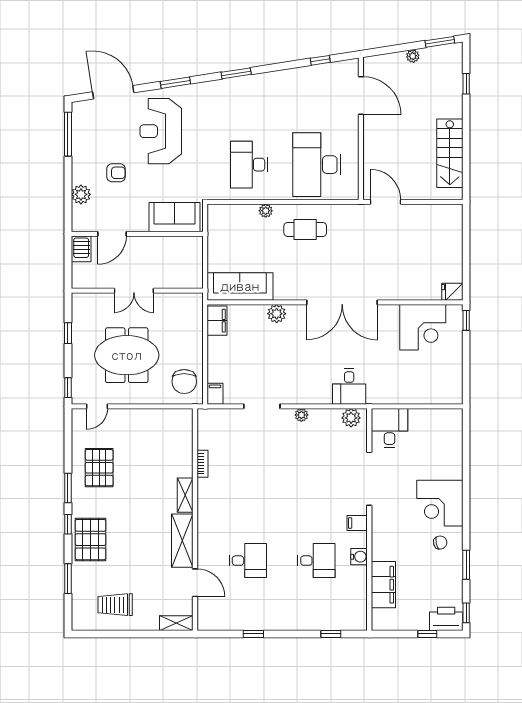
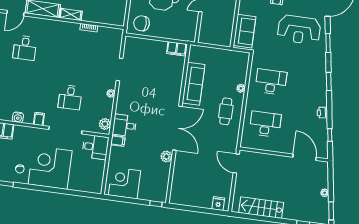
printer: (287, 77) -> (322, 113), added
door: (361, 96) -> (304, 157), swing flipped
reception desk: (161, 131) -> (299, 30), turned 180
desk: (317, 165) -> (265, 124), width x0.73, depth x0.77
door: (385, 202) -> (236, 164), swing flipped
sofa: (240, 286) -> (193, 84), moved
fridge: (452, 292) -> (218, 203), moved
double door: (342, 302) -> (177, 128), swing flipped
plant: (277, 314) -> (166, 157), moved
corner desk: (423, 327) -> (124, 183), moved, turned 90
filing cabinet: (215, 394) -> (118, 141), moved
corner desk: (440, 503) -> (50, 168), width x1.36, depth x1.36
desk: (316, 561) -> (70, 97), moved

